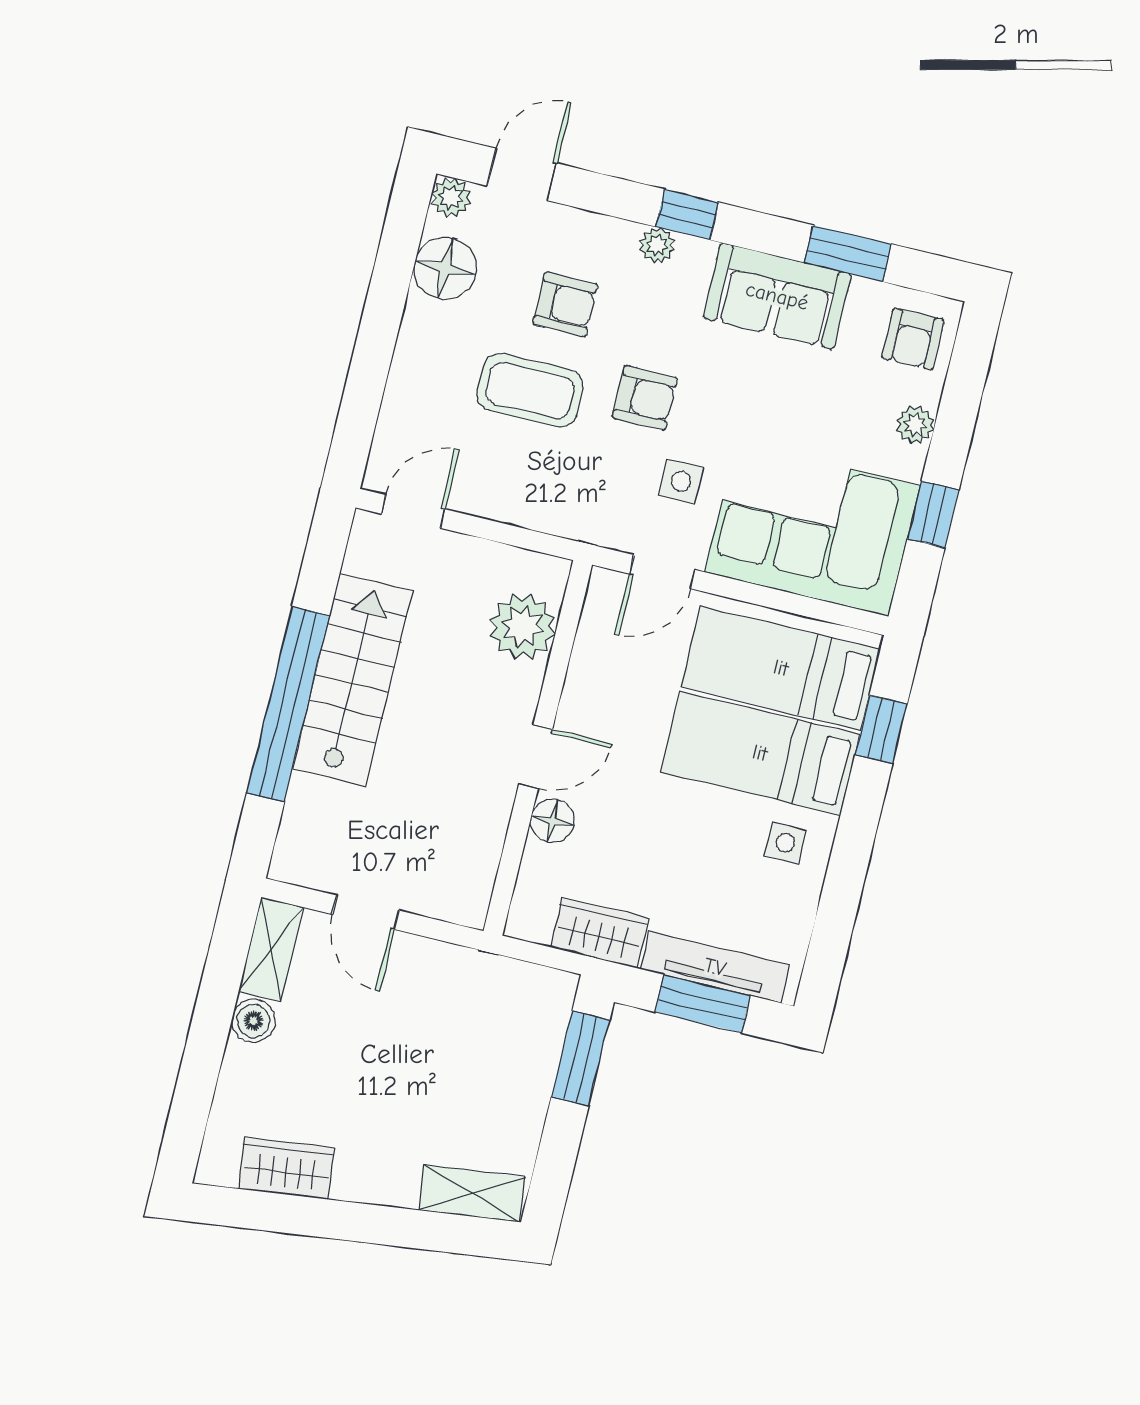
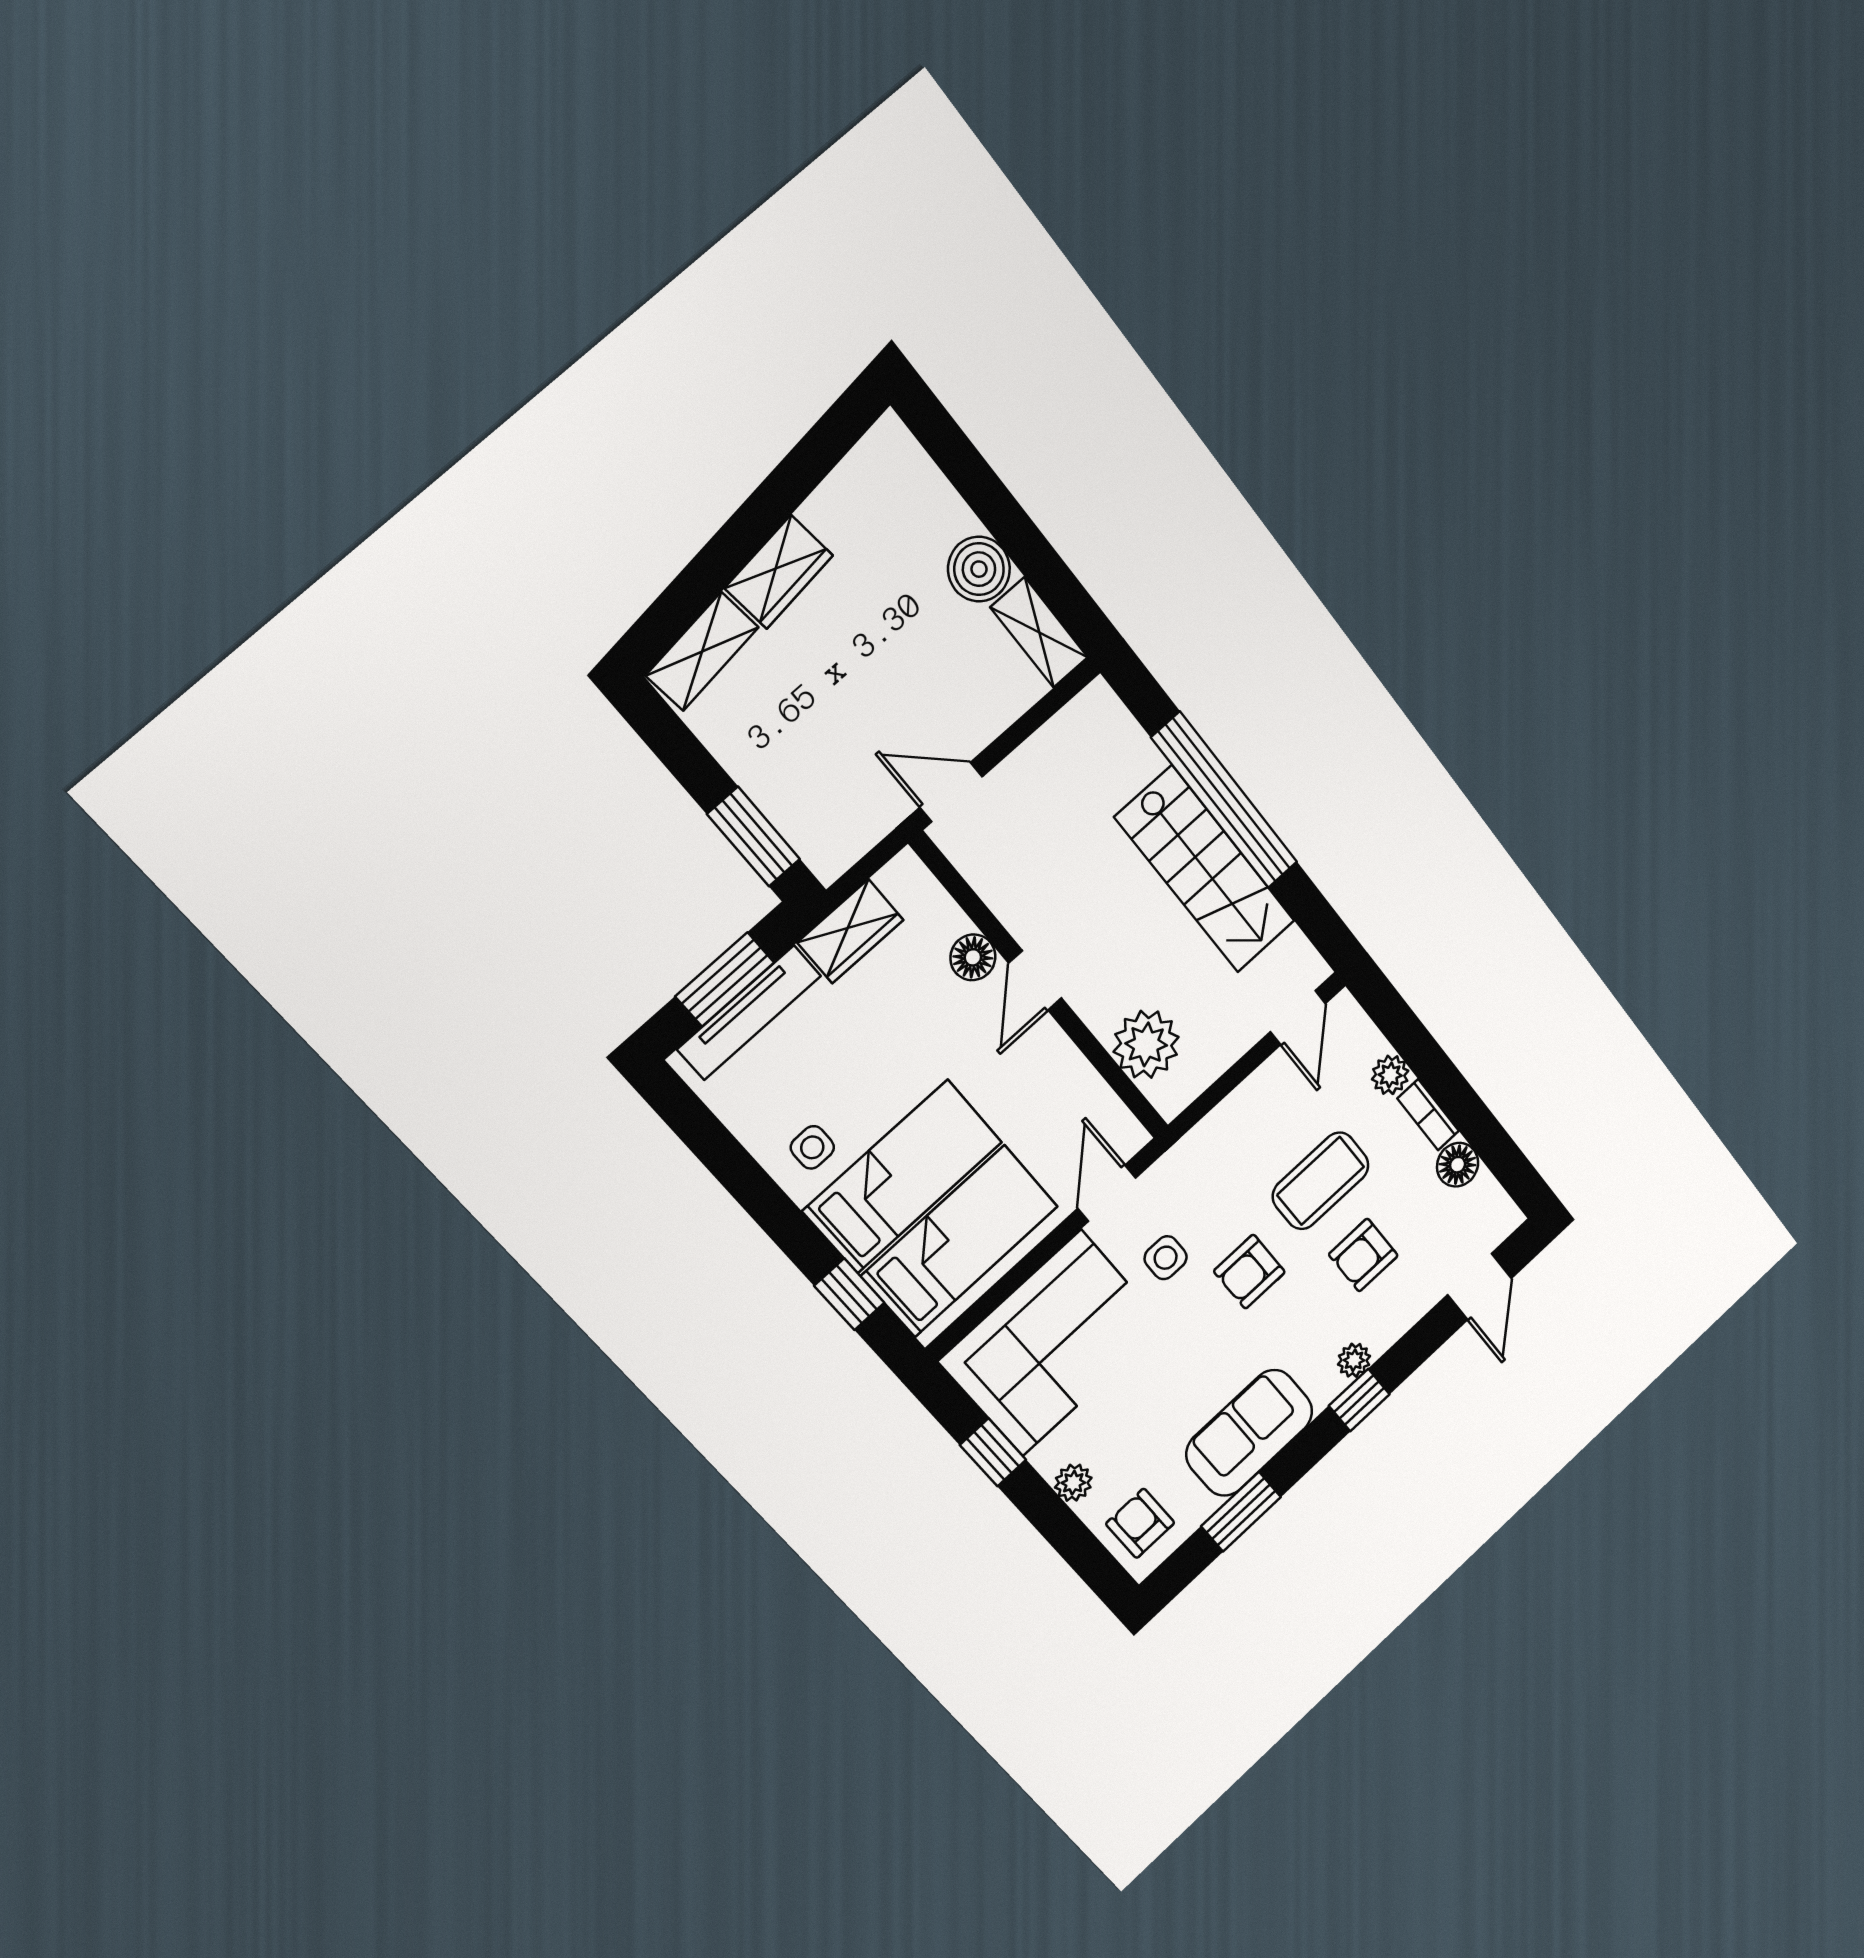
plant: (451, 198) -> (1390, 1075), moved
floor lamp: (445, 268) -> (1458, 1165), width x0.73, depth x0.73
bookcase: (412, 334) -> (1428, 1115), added
door: (366, 912) -> (951, 792), moved
boiler: (253, 1021) -> (979, 569), width x1.36, depth x1.36
wardrobe: (287, 1168) -> (779, 572), moved

